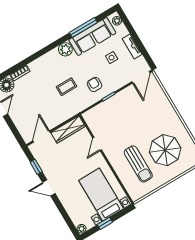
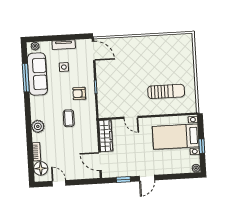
plant: (65, 49) -> (38, 126), moved
parasol: (165, 150) -> (166, 62), removed

